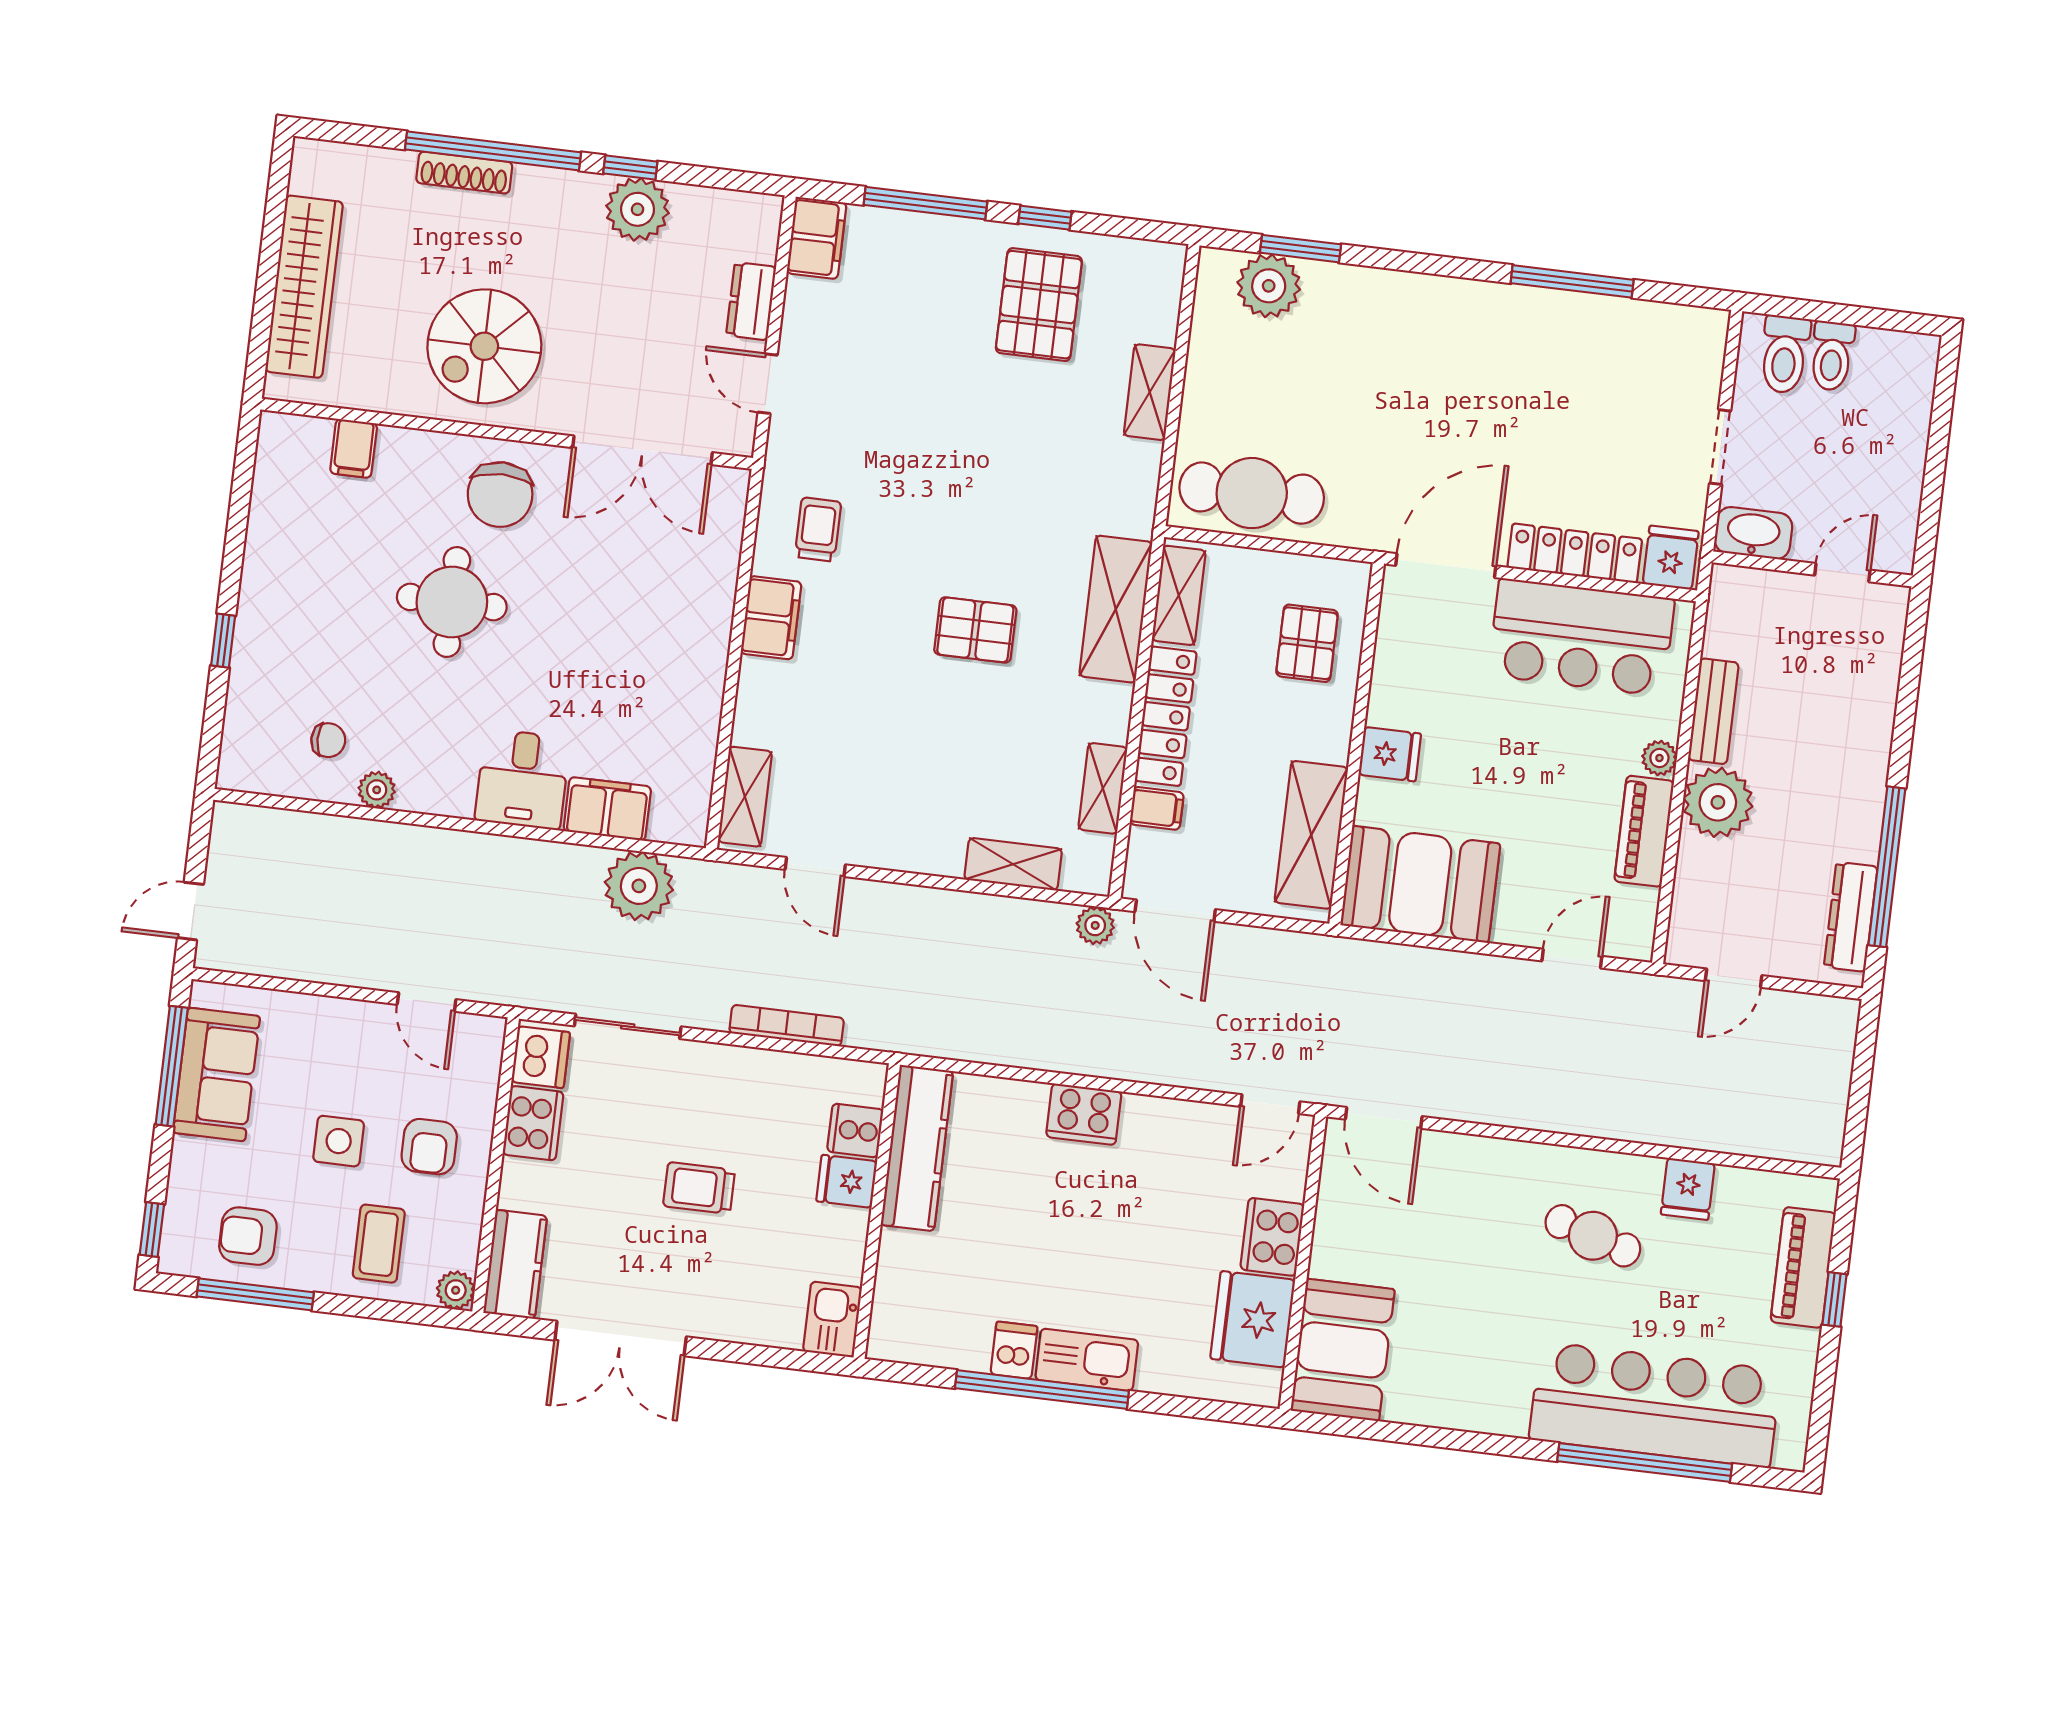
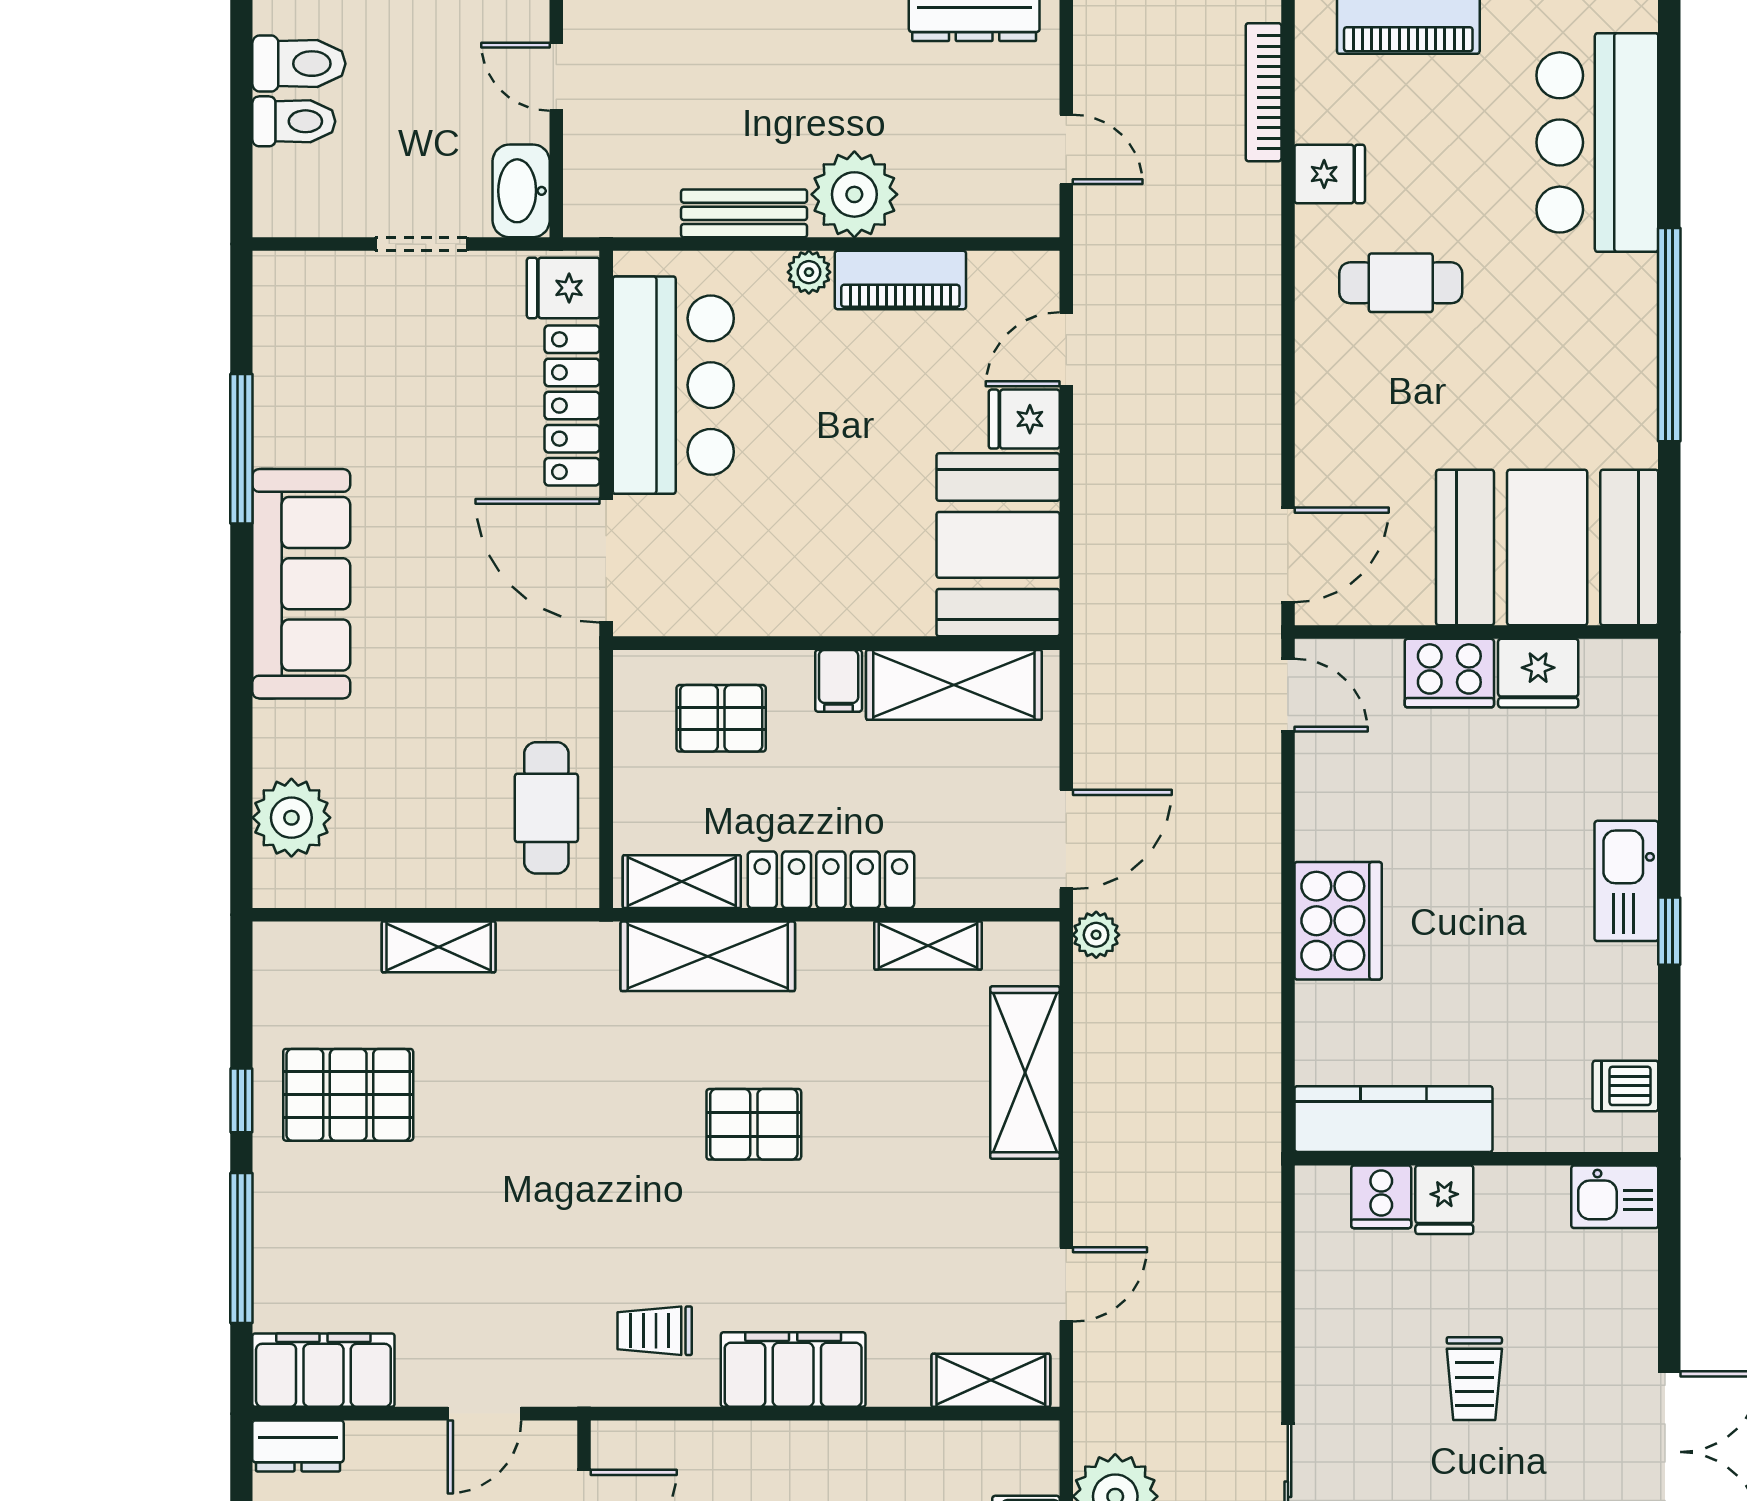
filing cabinet: (817, 238) -> (323, 1370), width x1.50, depth x1.17
window: (1300, 249) -> (241, 784), removed
dresser: (751, 301) -> (298, 1446), moved
sofa: (1457, 317) -> (301, 584), added
toilet: (1785, 354) -> (299, 64), moved
cafe table: (1252, 493) -> (546, 808), width x0.73, depth x0.74
filing cabinet: (771, 618) -> (793, 1370), width x1.50, depth x1.17
pallet: (975, 630) -> (754, 1124), turned 90
fridge: (1390, 754) -> (1024, 419), moved, turned -90
filing cabinet: (1157, 808) -> (839, 681), moved, turned 180
shelving: (1013, 864) -> (1025, 1073), width x1.50, depth x1.33
door: (1572, 959) -> (1066, 349), hinge flipped
bookcase: (787, 1026) -> (1264, 92), moved
cooker: (1084, 1114) -> (1338, 921), width x1.37, depth x1.31
cafe table: (1593, 1236) -> (1401, 283), turned 73
fridge: (1253, 1319) -> (1538, 673), width x0.73, depth x0.75
dishwasher: (1014, 1350) -> (1625, 1086), moved
booth: (1343, 1350) -> (1547, 548), width x1.36, depth x1.42
window: (1042, 1390) -> (1669, 931), width x0.32
bar counter: (1655, 1405) -> (1597, 142), width x0.73
window: (1645, 1462) -> (1669, 335), moved

